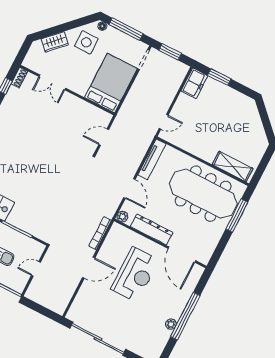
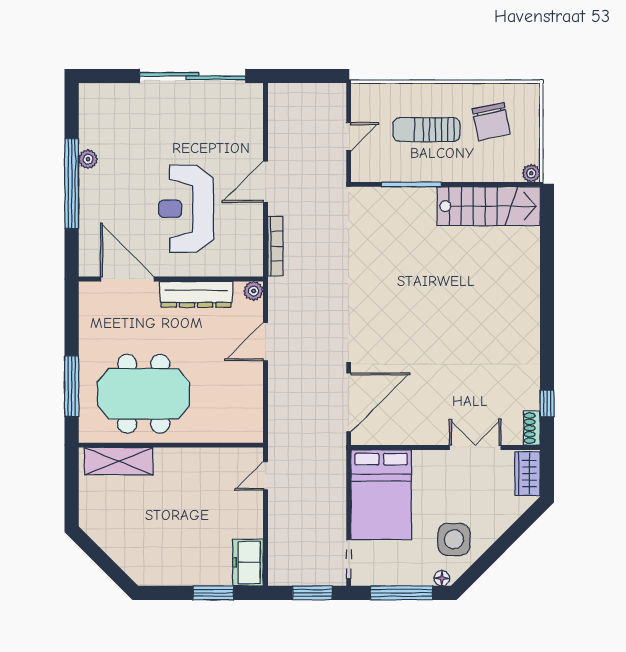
wardrobe: (55, 42) -> (527, 473), moved, turned -45
door: (104, 137) -> (349, 402), width x1.88
tv unit: (152, 159) -> (253, 406), removed
door: (129, 188) -> (266, 341), hinge flipped
meeting table: (203, 194) -> (144, 394), width x0.73

